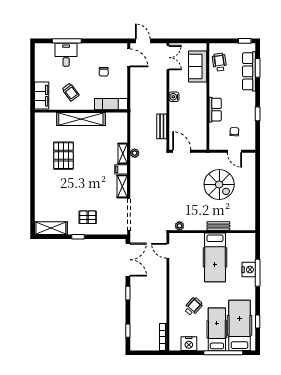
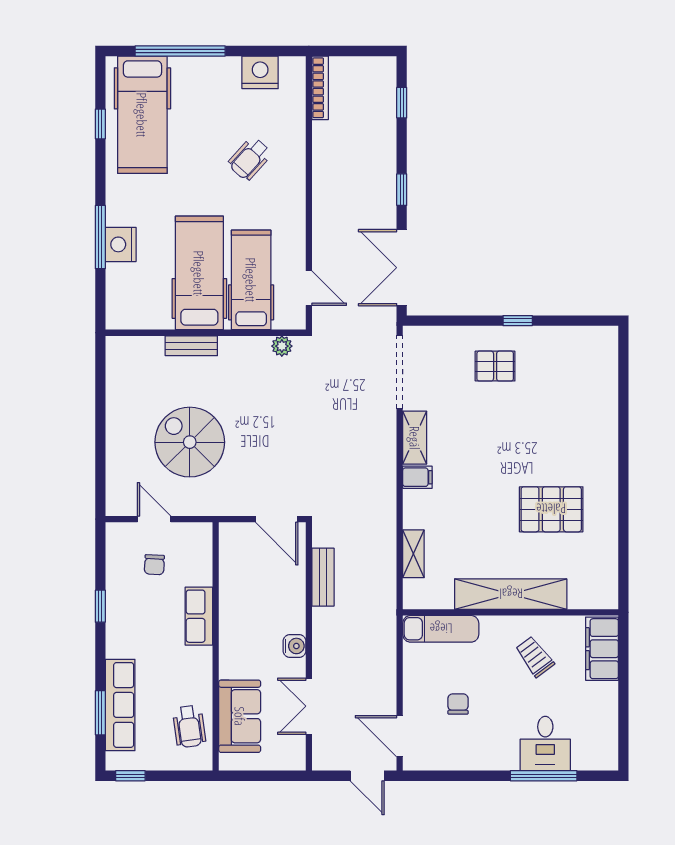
double door: (168, 58) -> (309, 706), moved
shelving: (123, 153) -> (413, 554), moved
plant: (135, 153) -> (386, 515), removed
pallet: (64, 156) -> (551, 509), turned 90
shelving: (51, 228) -> (581, 341), removed
hospital bed: (217, 329) -> (251, 280), moved, turned 180

